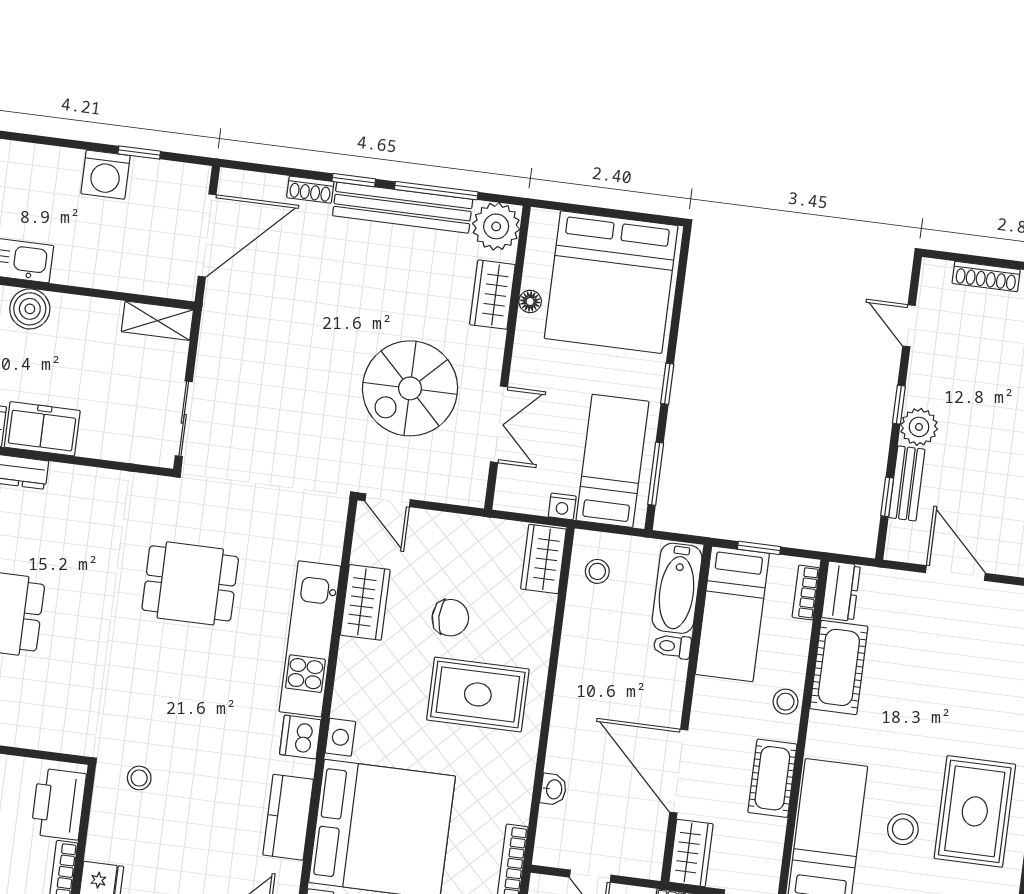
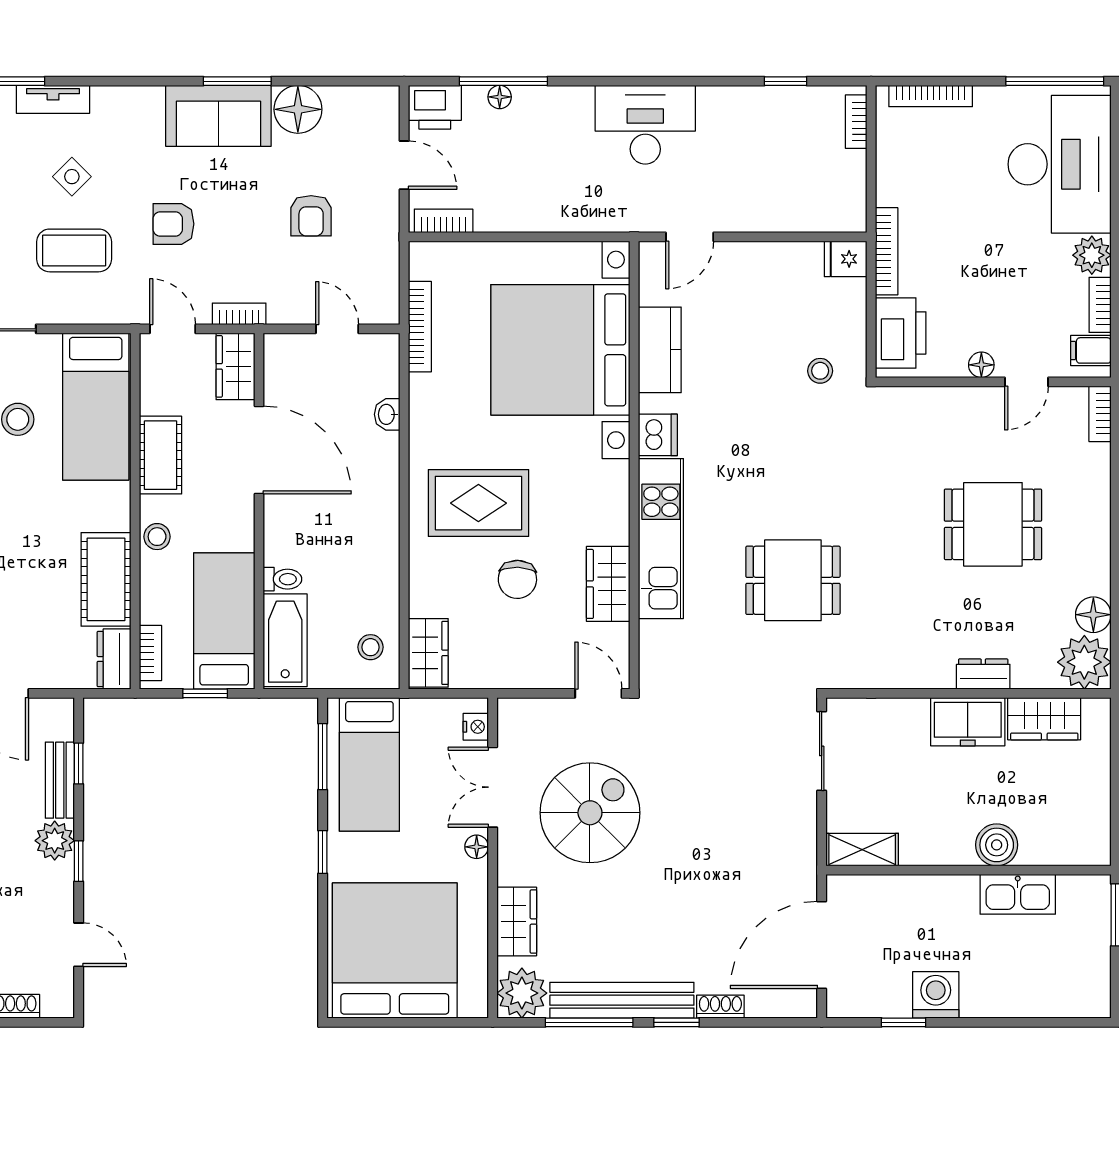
floor lamp: (530, 301) -> (477, 847), moved
nightstand: (562, 506) -> (476, 727), moved, turned 90
chair: (450, 618) -> (517, 579), turned -88

